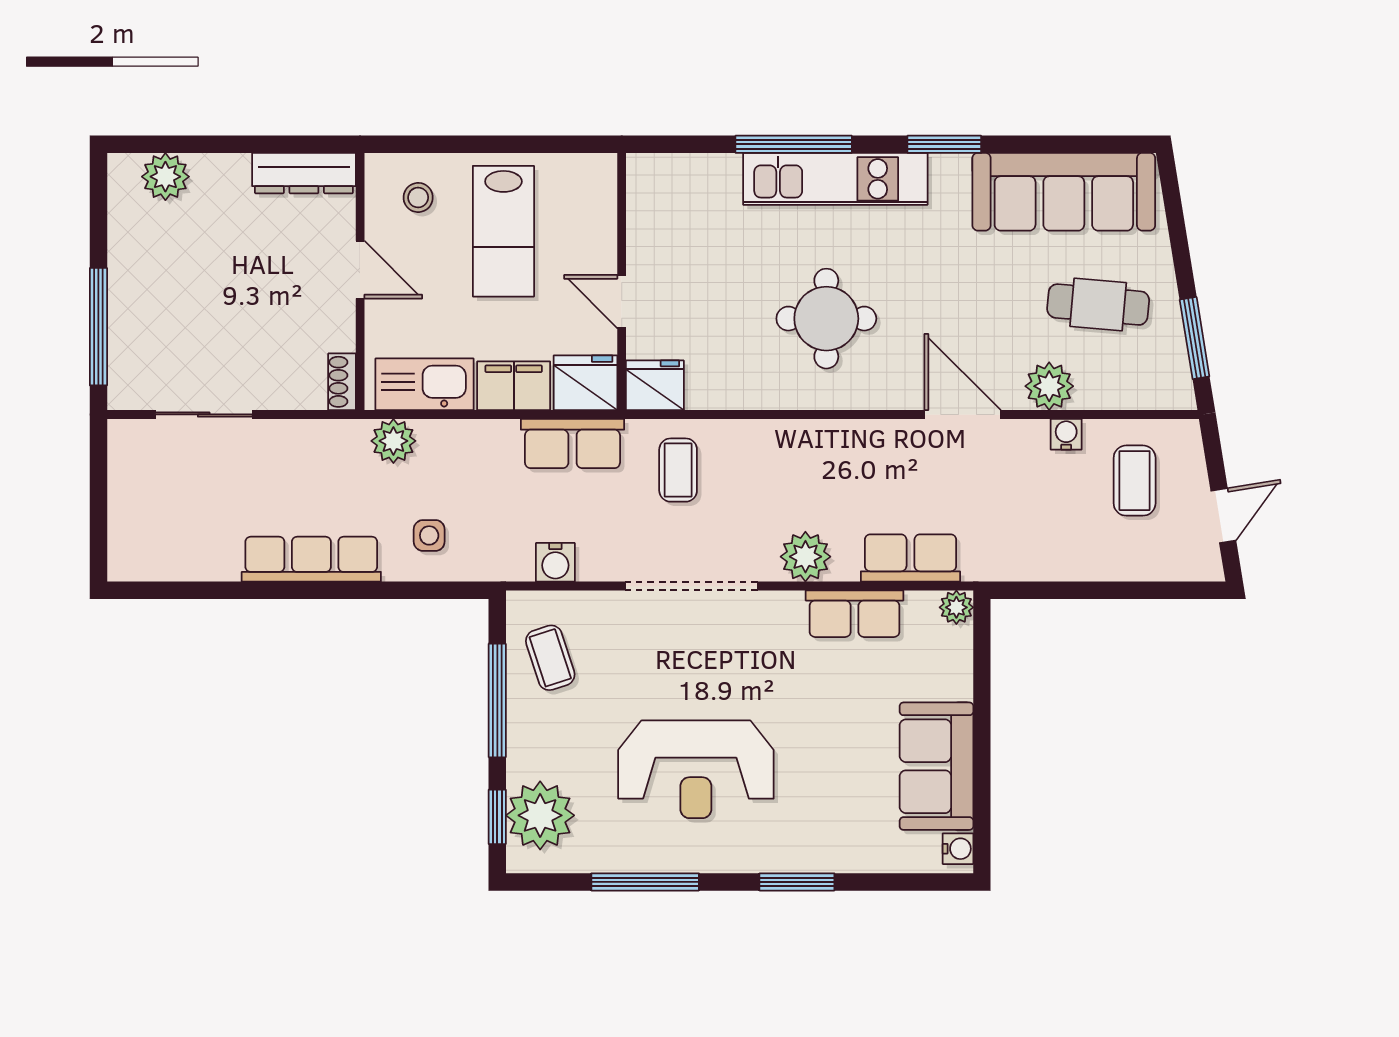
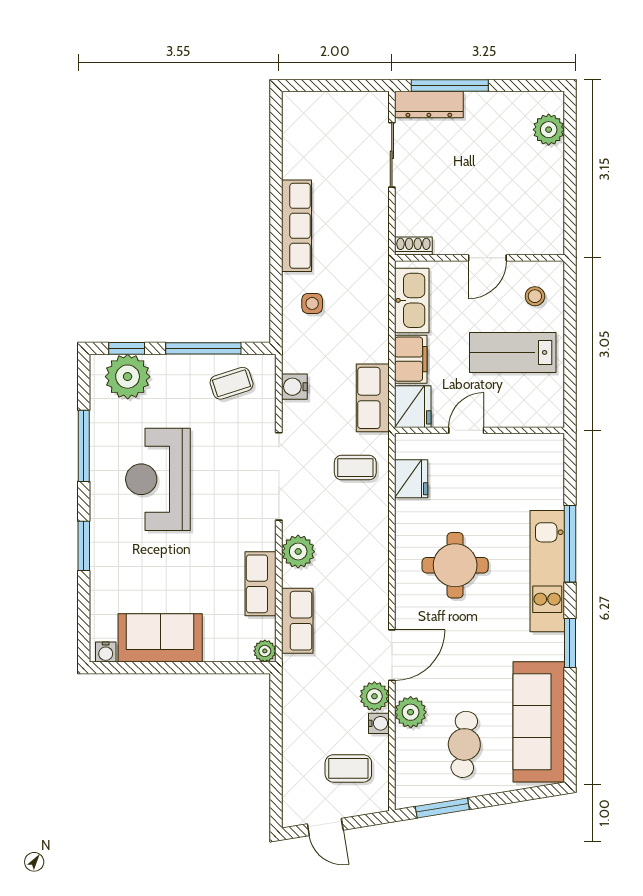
dresser: (304, 173) -> (429, 104), moved, turned -90
fridge: (655, 385) -> (411, 479), moved
plant: (393, 441) -> (374, 696), moved

